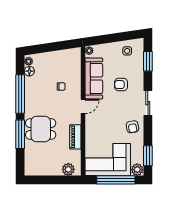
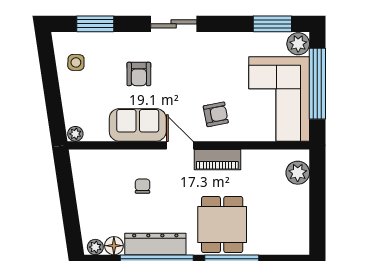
sofa: (94, 78) -> (138, 125), width x0.73
dresser: (30, 93) -> (155, 244), added
armchair: (132, 127) -> (216, 114), moved
piano: (75, 137) -> (217, 160), moved

